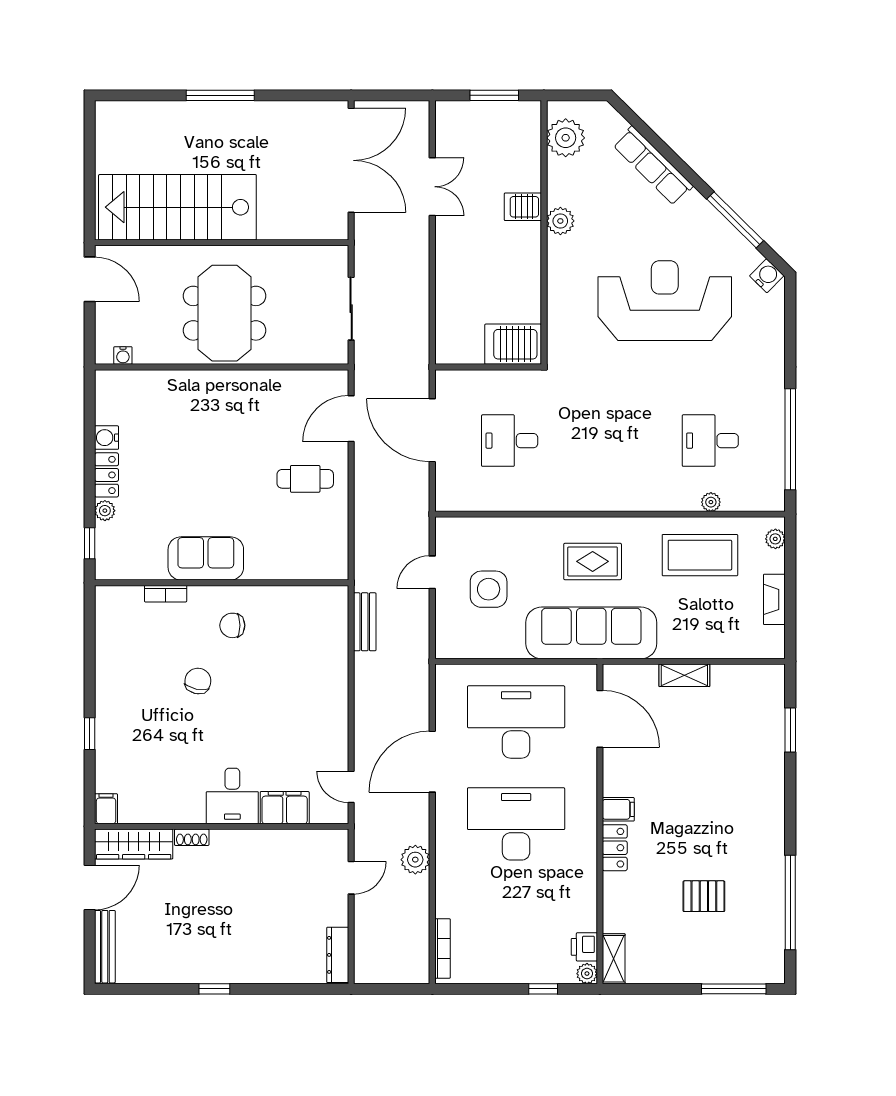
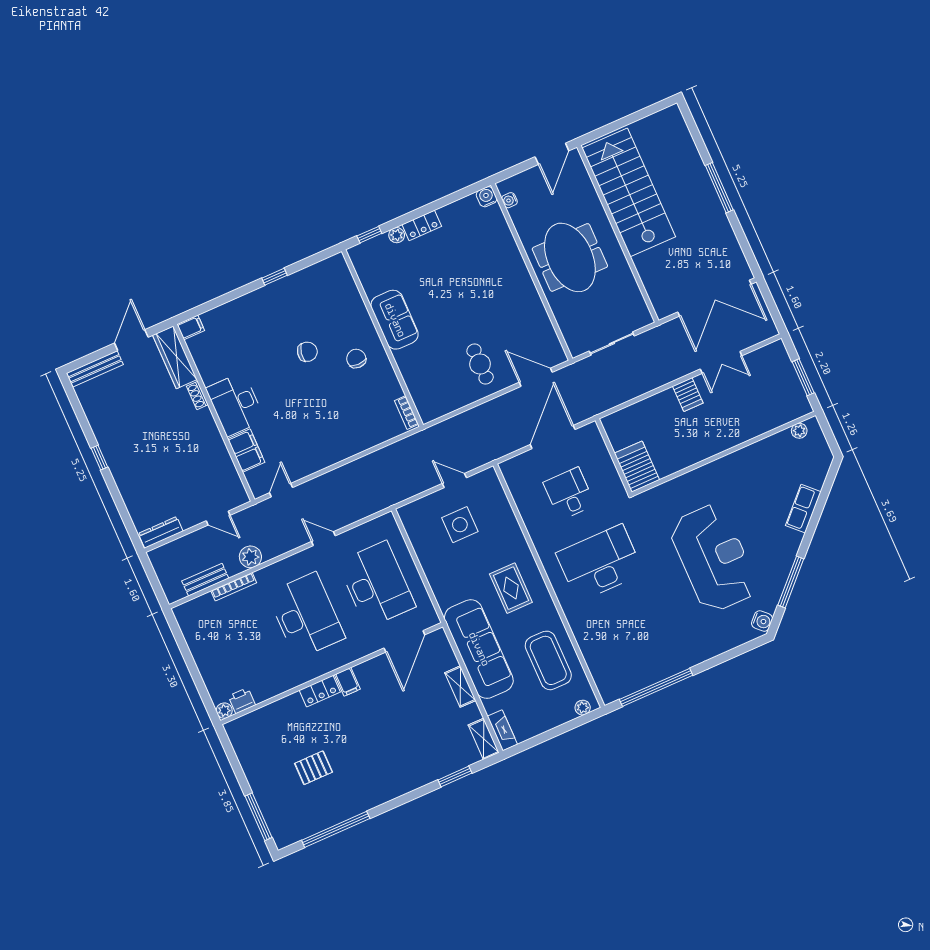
plant: (566, 138) -> (799, 431), width x0.53, depth x0.53
row of seats: (653, 166) -> (803, 509), width x0.68
server rack: (523, 207) -> (688, 395), moved, turned 180
plant: (560, 221) -> (737, 461), removed
meeting table: (225, 313) -> (570, 257), turned 90
water cooler: (107, 438) -> (487, 197), moved
desk: (710, 441) -> (600, 563), moved, width x1.87, depth x1.30
plant: (711, 502) -> (588, 652), removed
bookcase: (166, 594) -> (407, 413), moved
fireplace: (774, 599) -> (502, 730), moved, turned 90
bench: (365, 622) -> (205, 580), moved
sofa: (591, 633) -> (479, 649), moved
window: (90, 734) -> (275, 277), moved
door: (432, 762) -> (323, 539), width x0.53
desk: (232, 796) -> (235, 404), width x1.37
door: (90, 887) -> (131, 340), swing flipped
pallet: (704, 896) -> (314, 768), turned 90
bookcase: (442, 948) -> (234, 587), moved
shelving: (614, 959) -> (484, 739), moved, turned 90
window: (543, 989) -> (200, 685), removed

